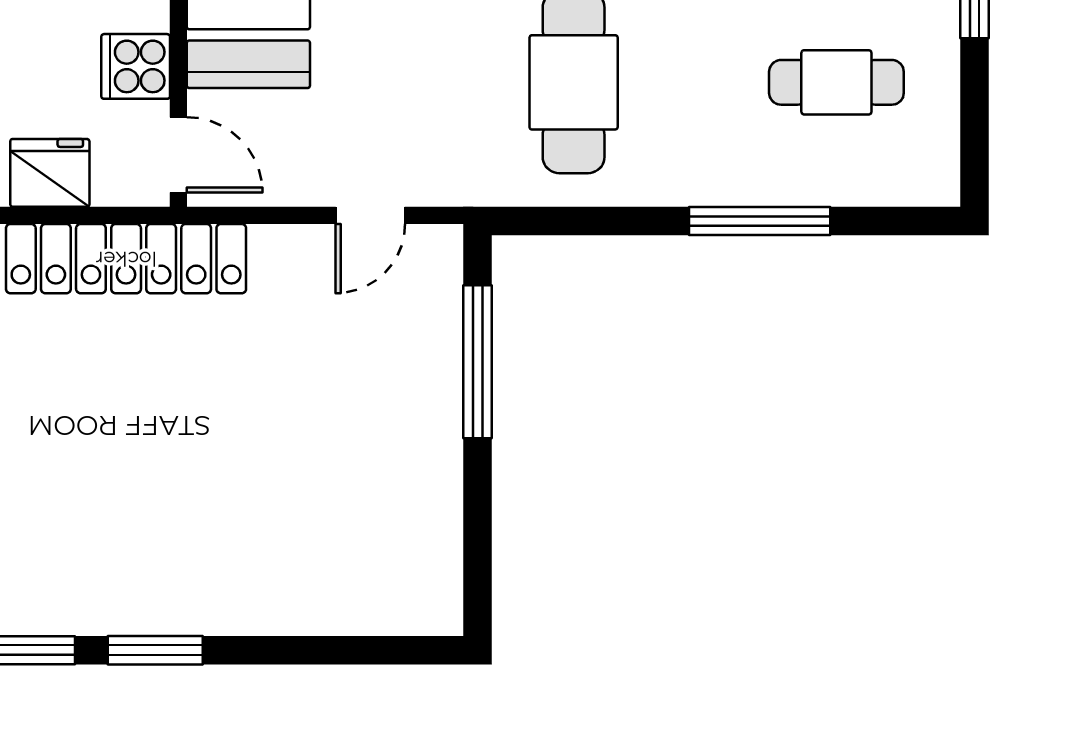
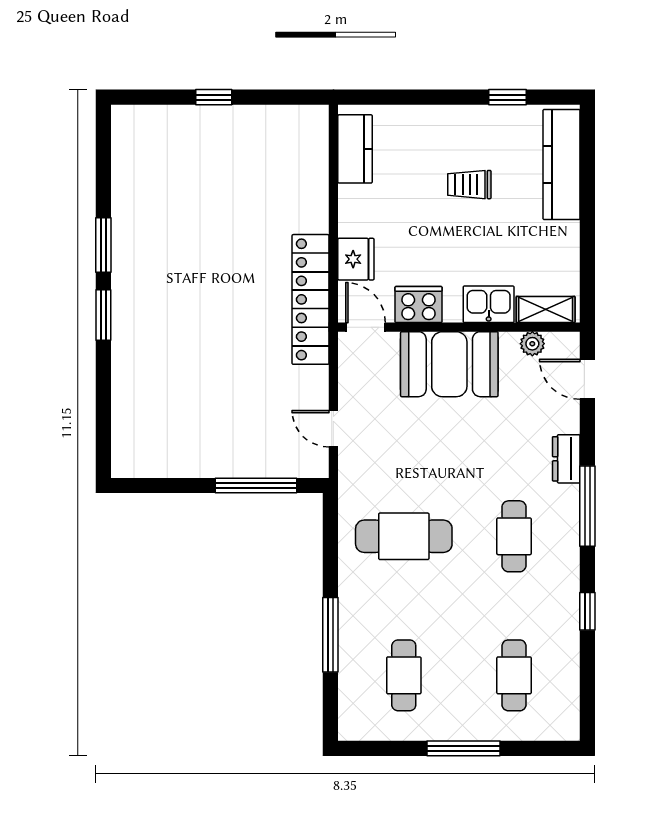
cooker: (136, 66) -> (418, 305), width x1.36
door: (178, 155) -> (365, 327), swing flipped

